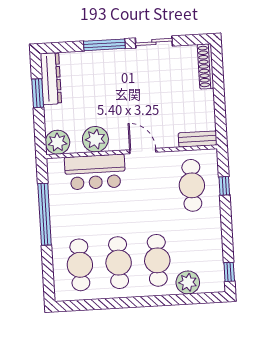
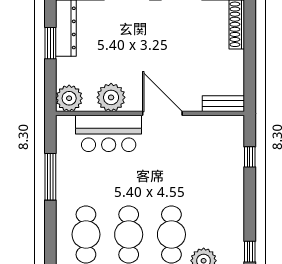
door: (143, 151) -> (162, 113), width x1.36
cafe table: (192, 185) -> (214, 154), removed
window: (45, 214) -> (50, 177), width x0.68

